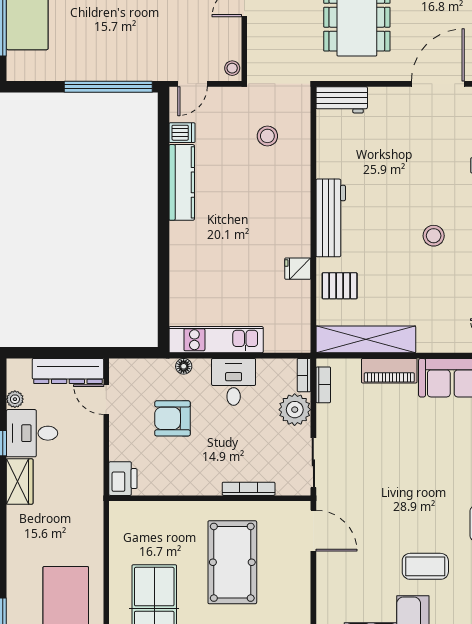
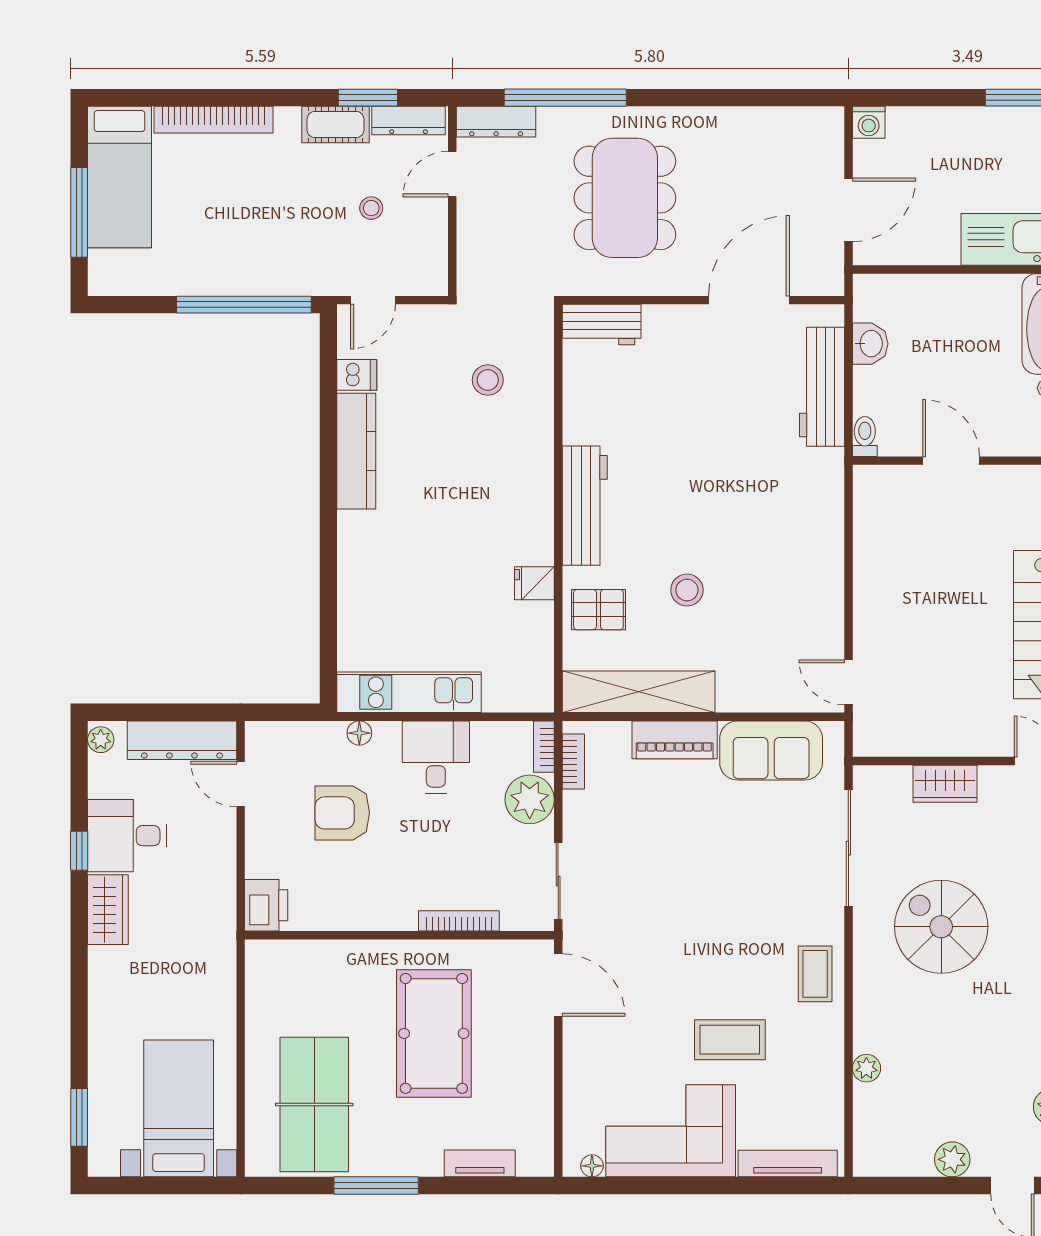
stool: (232, 68) -> (371, 208), moved
stool: (434, 236) -> (687, 590), moved
plant: (15, 399) -> (101, 740), moved

